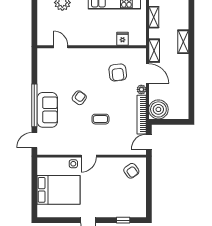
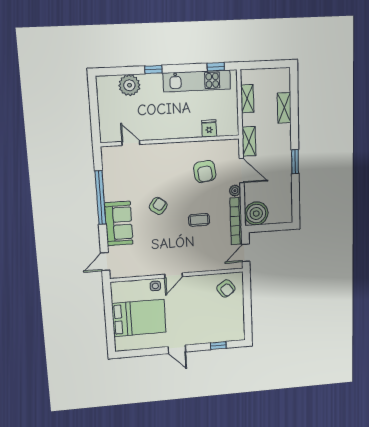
shelving: (183, 42) -> (284, 108), moved
window: (191, 69) -> (295, 162), added
window: (34, 105) -> (100, 198), moved
coffee table: (100, 119) -> (199, 220), moved

